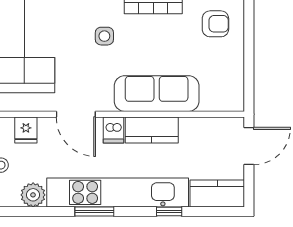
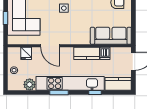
sofa: (157, 94) -> (111, 36), moved
dishwasher: (113, 130) -> (105, 53), moved

